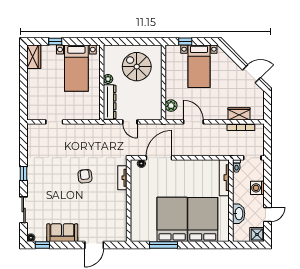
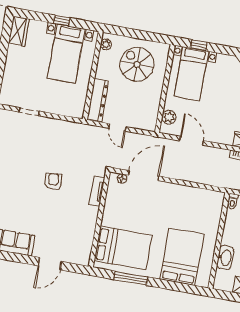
window: (55, 42) -> (62, 21), moved
bed with nightstands: (199, 66) -> (191, 74), moved
plant: (108, 79) -> (106, 44), moved
tv unit: (224, 178) -> (216, 212), removed
bed: (172, 219) -> (123, 248), moved, turned 90

